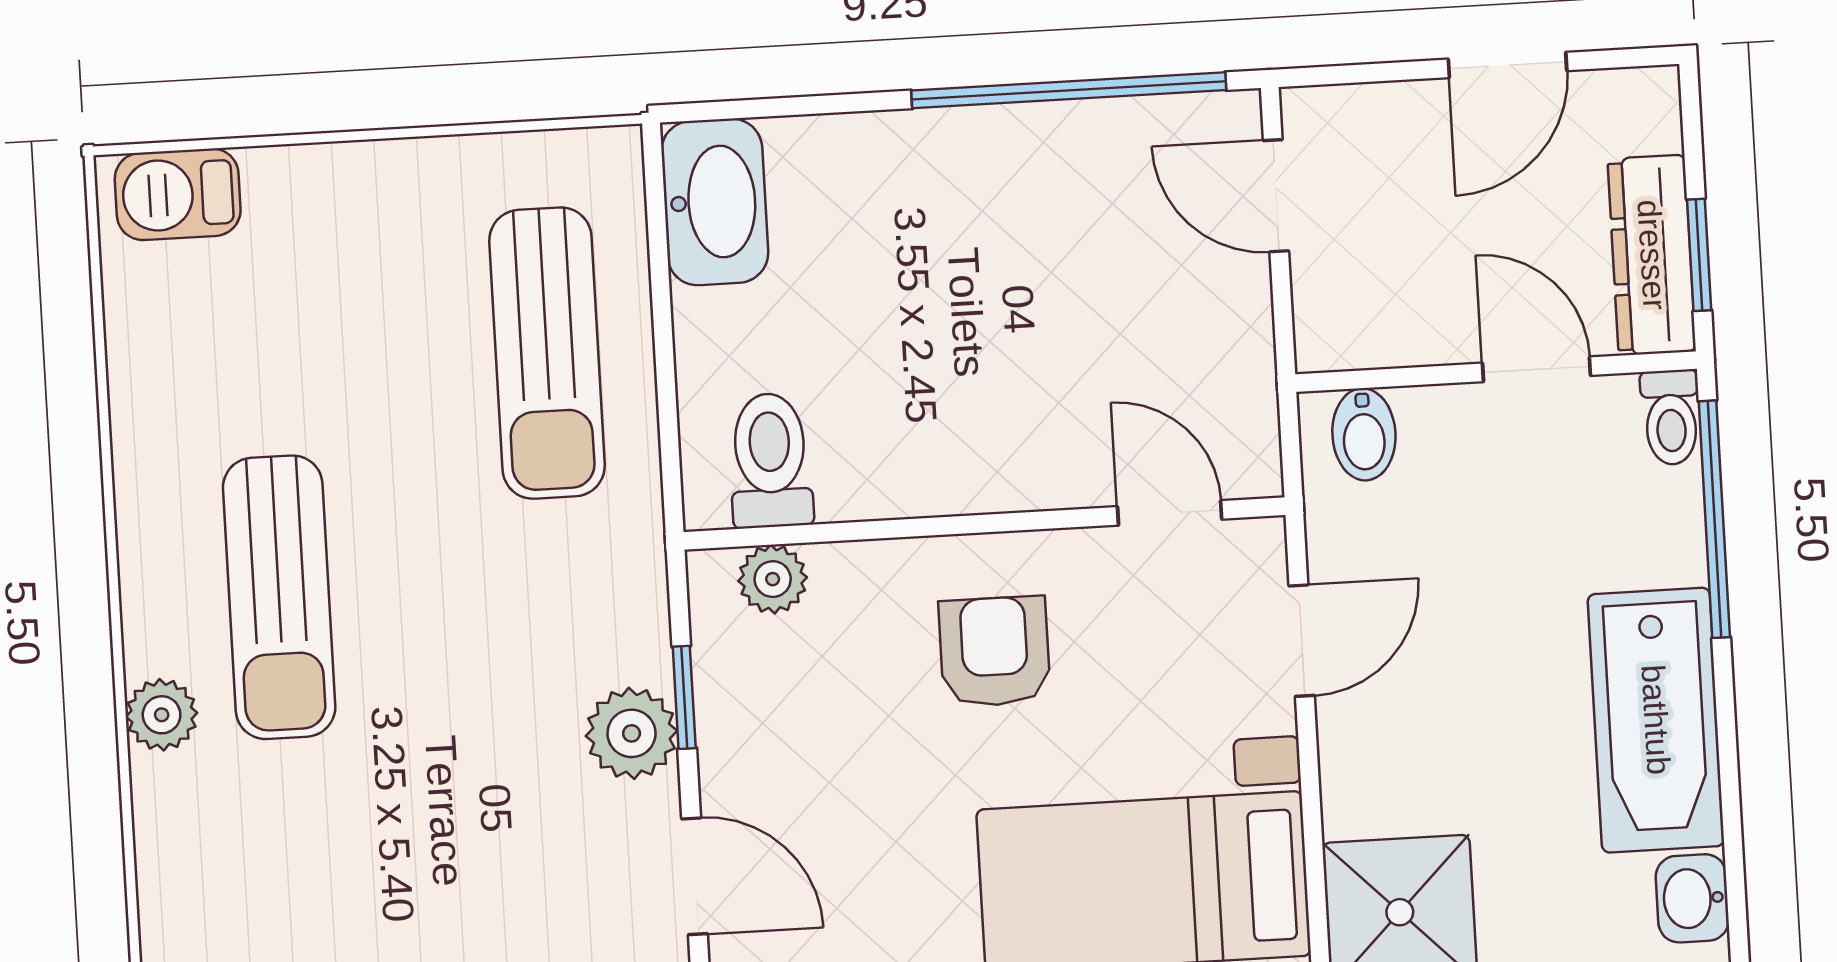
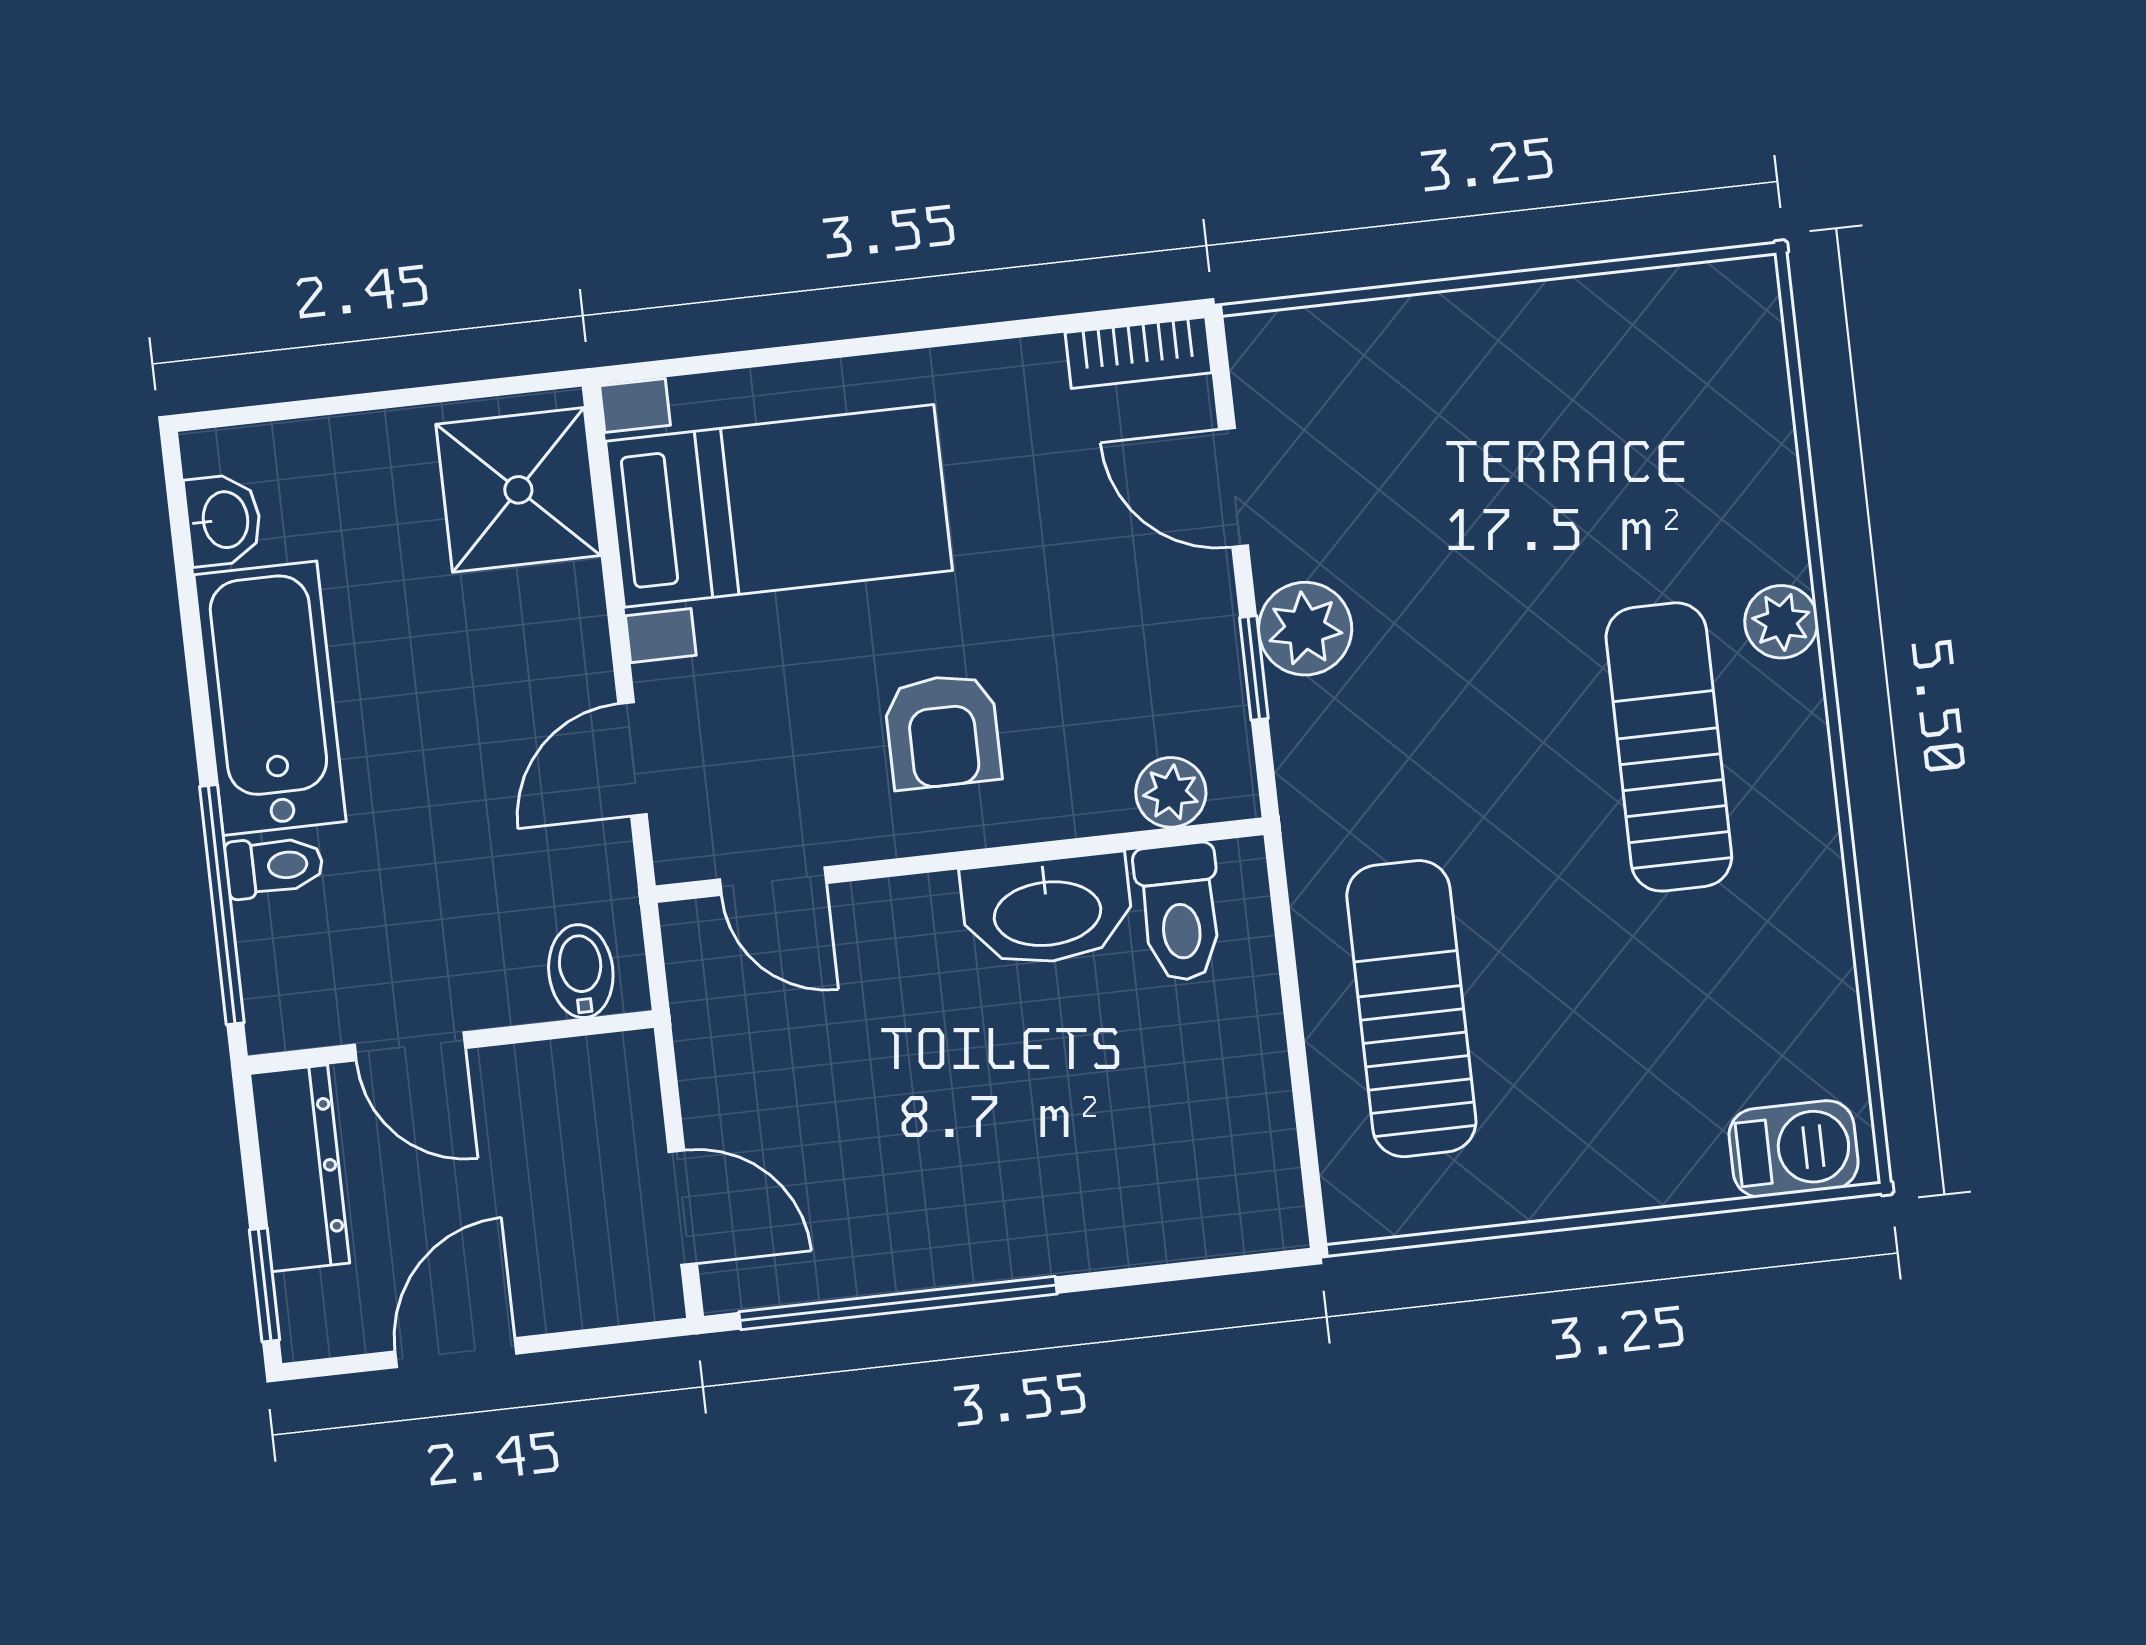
washbasin: (715, 202) -> (1047, 911), moved, turned -90
window: (1699, 255) -> (265, 1285), moved
toilet: (1671, 417) -> (274, 866), moved, turned 90

